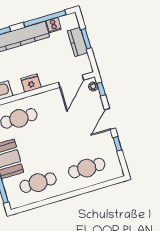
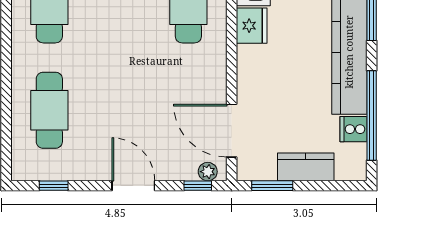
window: (86, 39) -> (272, 186), moved
fridge: (31, 83) -> (252, 26), moved
window: (117, 144) -> (54, 186), moved

